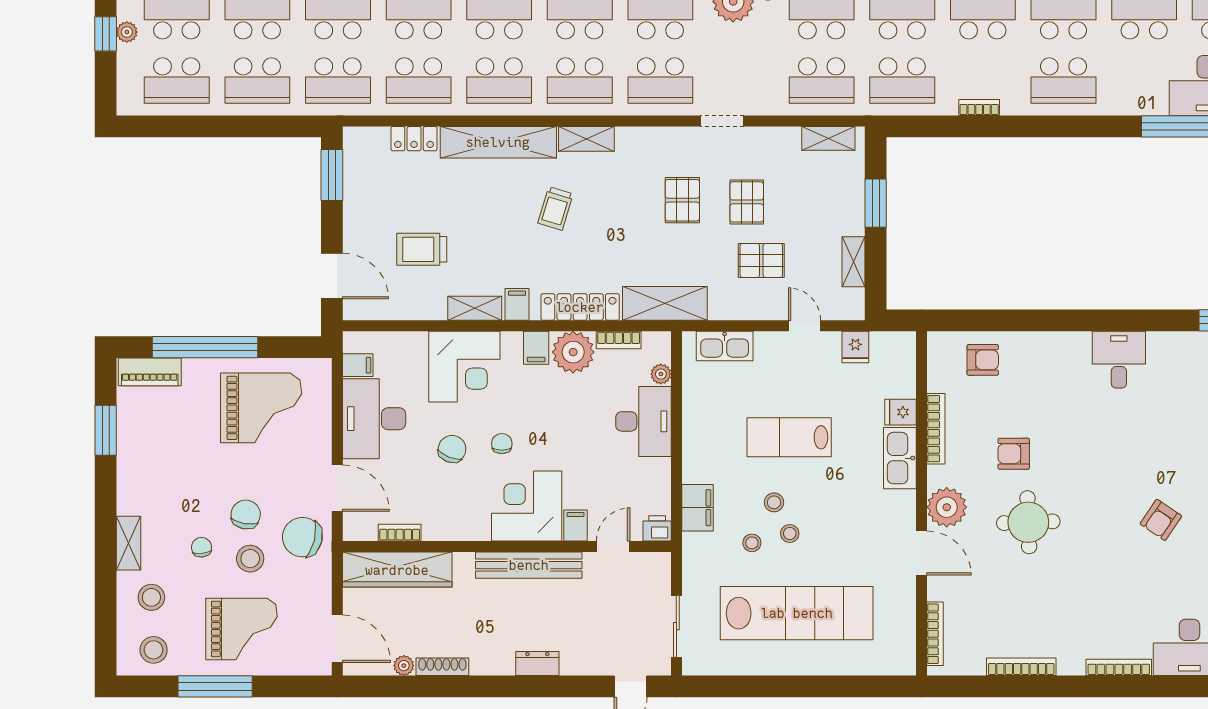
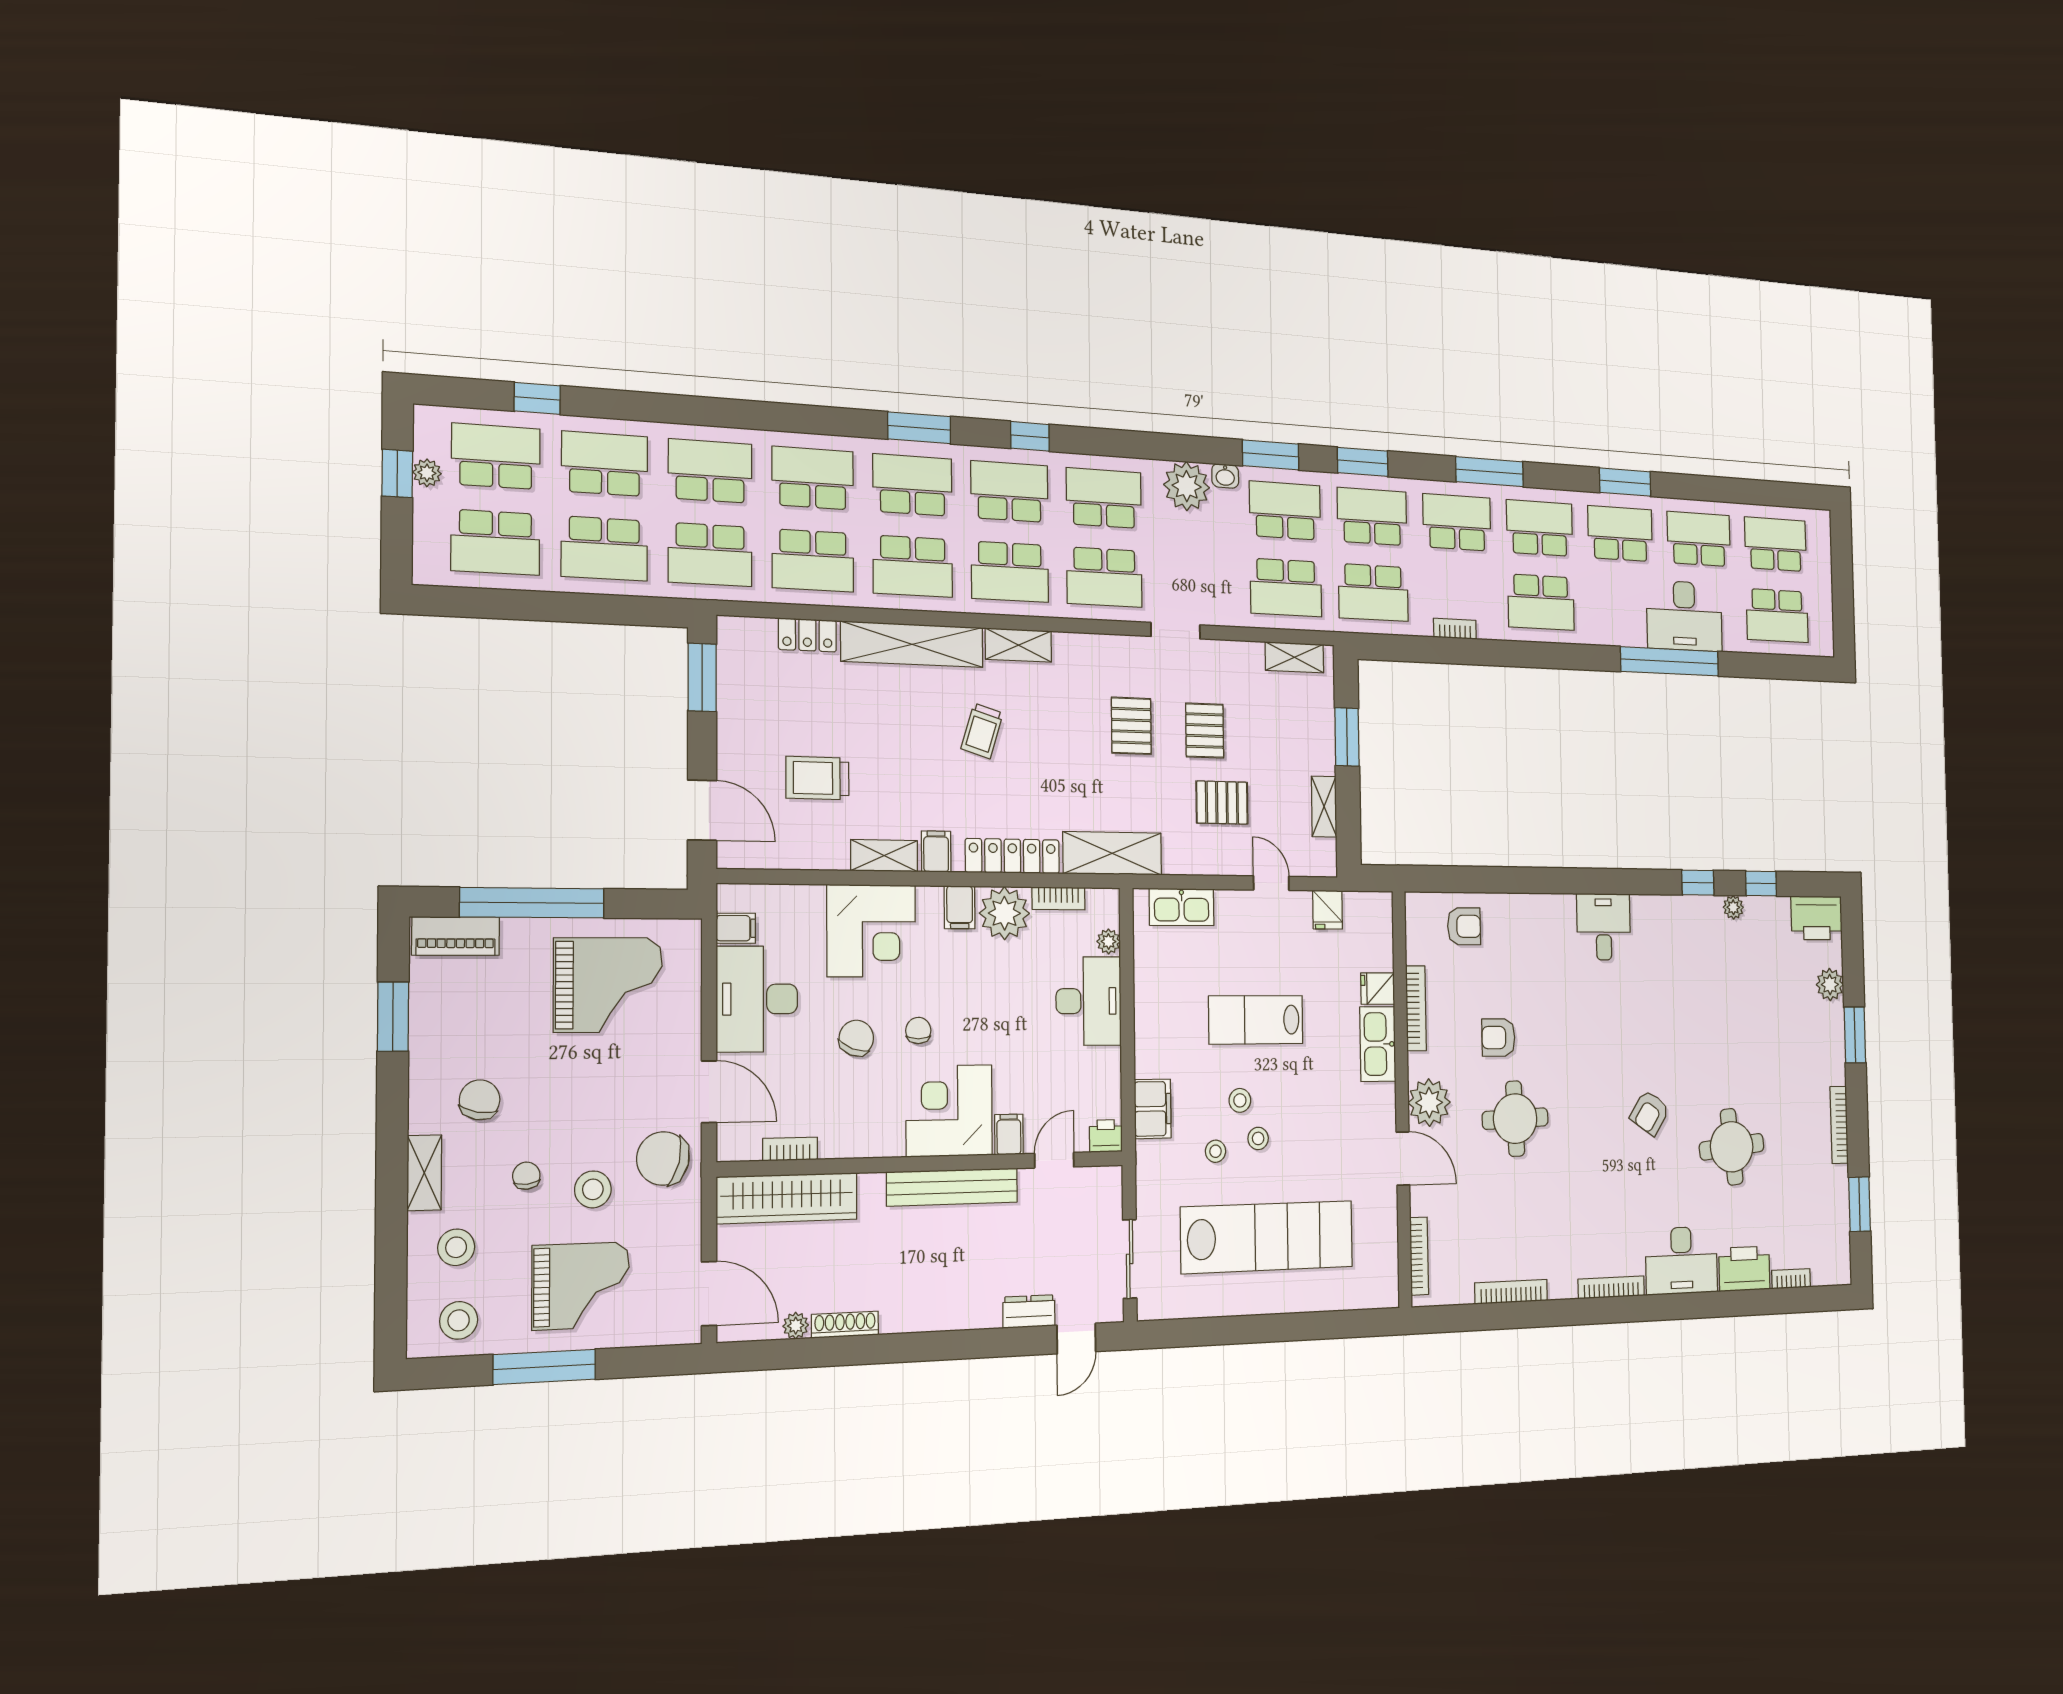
chair: (246, 514) -> (480, 1100), moved
dresser: (537, 664) -> (1029, 1311), moved

